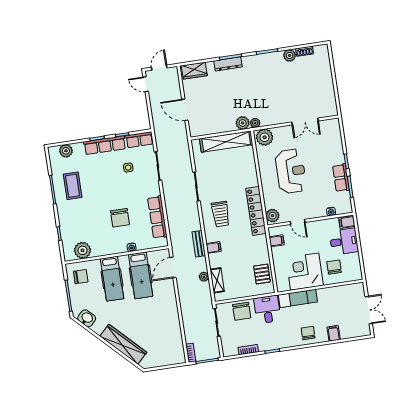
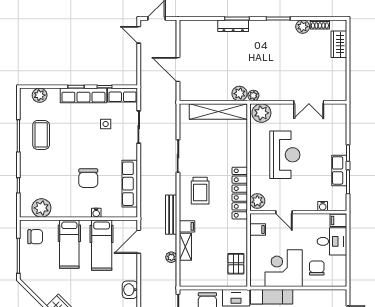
wardrobe: (194, 71) -> (339, 44), moved, turned 90
bench: (199, 244) -> (171, 215), width x1.36
shelving: (217, 280) -> (185, 247), moved
washbasin: (87, 318) -> (130, 290), moved, turned -135

